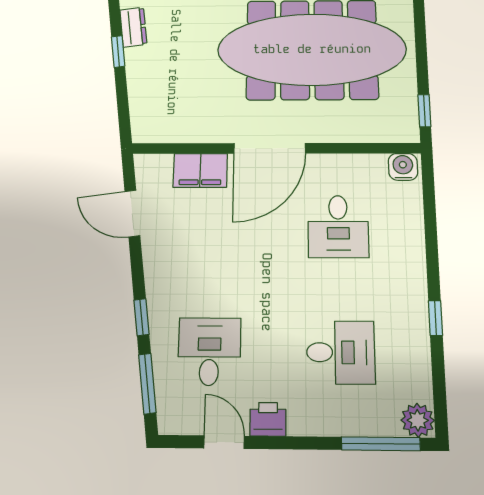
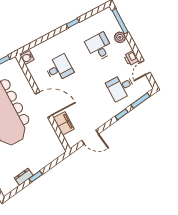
door: (132, 213) -> (90, 137), hinge flipped
plant: (418, 420) -> (120, 37), moved

